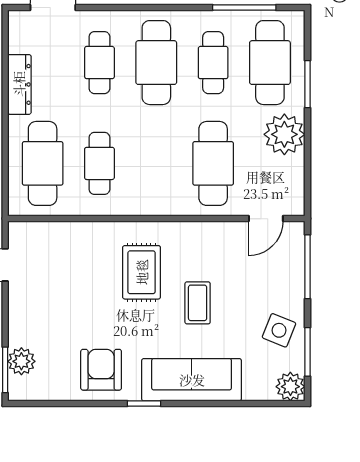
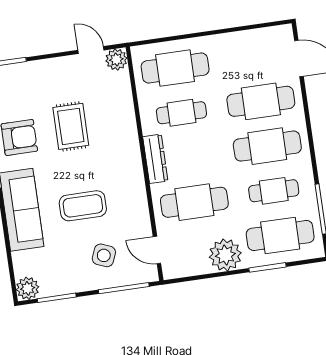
cafe table: (99, 63) -> (261, 101), width x1.37, depth x1.35
dresser: (19, 84) -> (155, 159), moved, turned -90
rug: (142, 272) -> (71, 126), moved, turned 90
coffee table: (198, 303) -> (83, 206), width x1.36, depth x1.30
side table: (279, 330) -> (104, 255), moved
plant: (21, 361) -> (116, 59), moved

